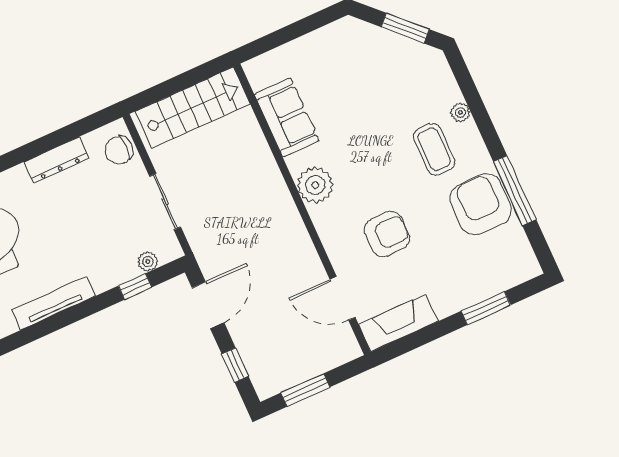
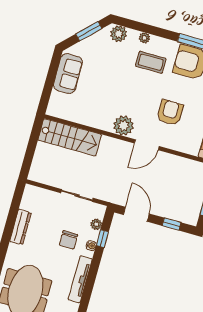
plant: (436, 72) -> (119, 34), added
stairs: (193, 108) -> (70, 137), moved, turned 90
sofa: (287, 117) -> (68, 74), moved, turned 90
chair: (119, 150) -> (68, 240), moved
water cooler: (112, 279) -> (91, 246), added
door: (343, 298) -> (147, 145), moved

